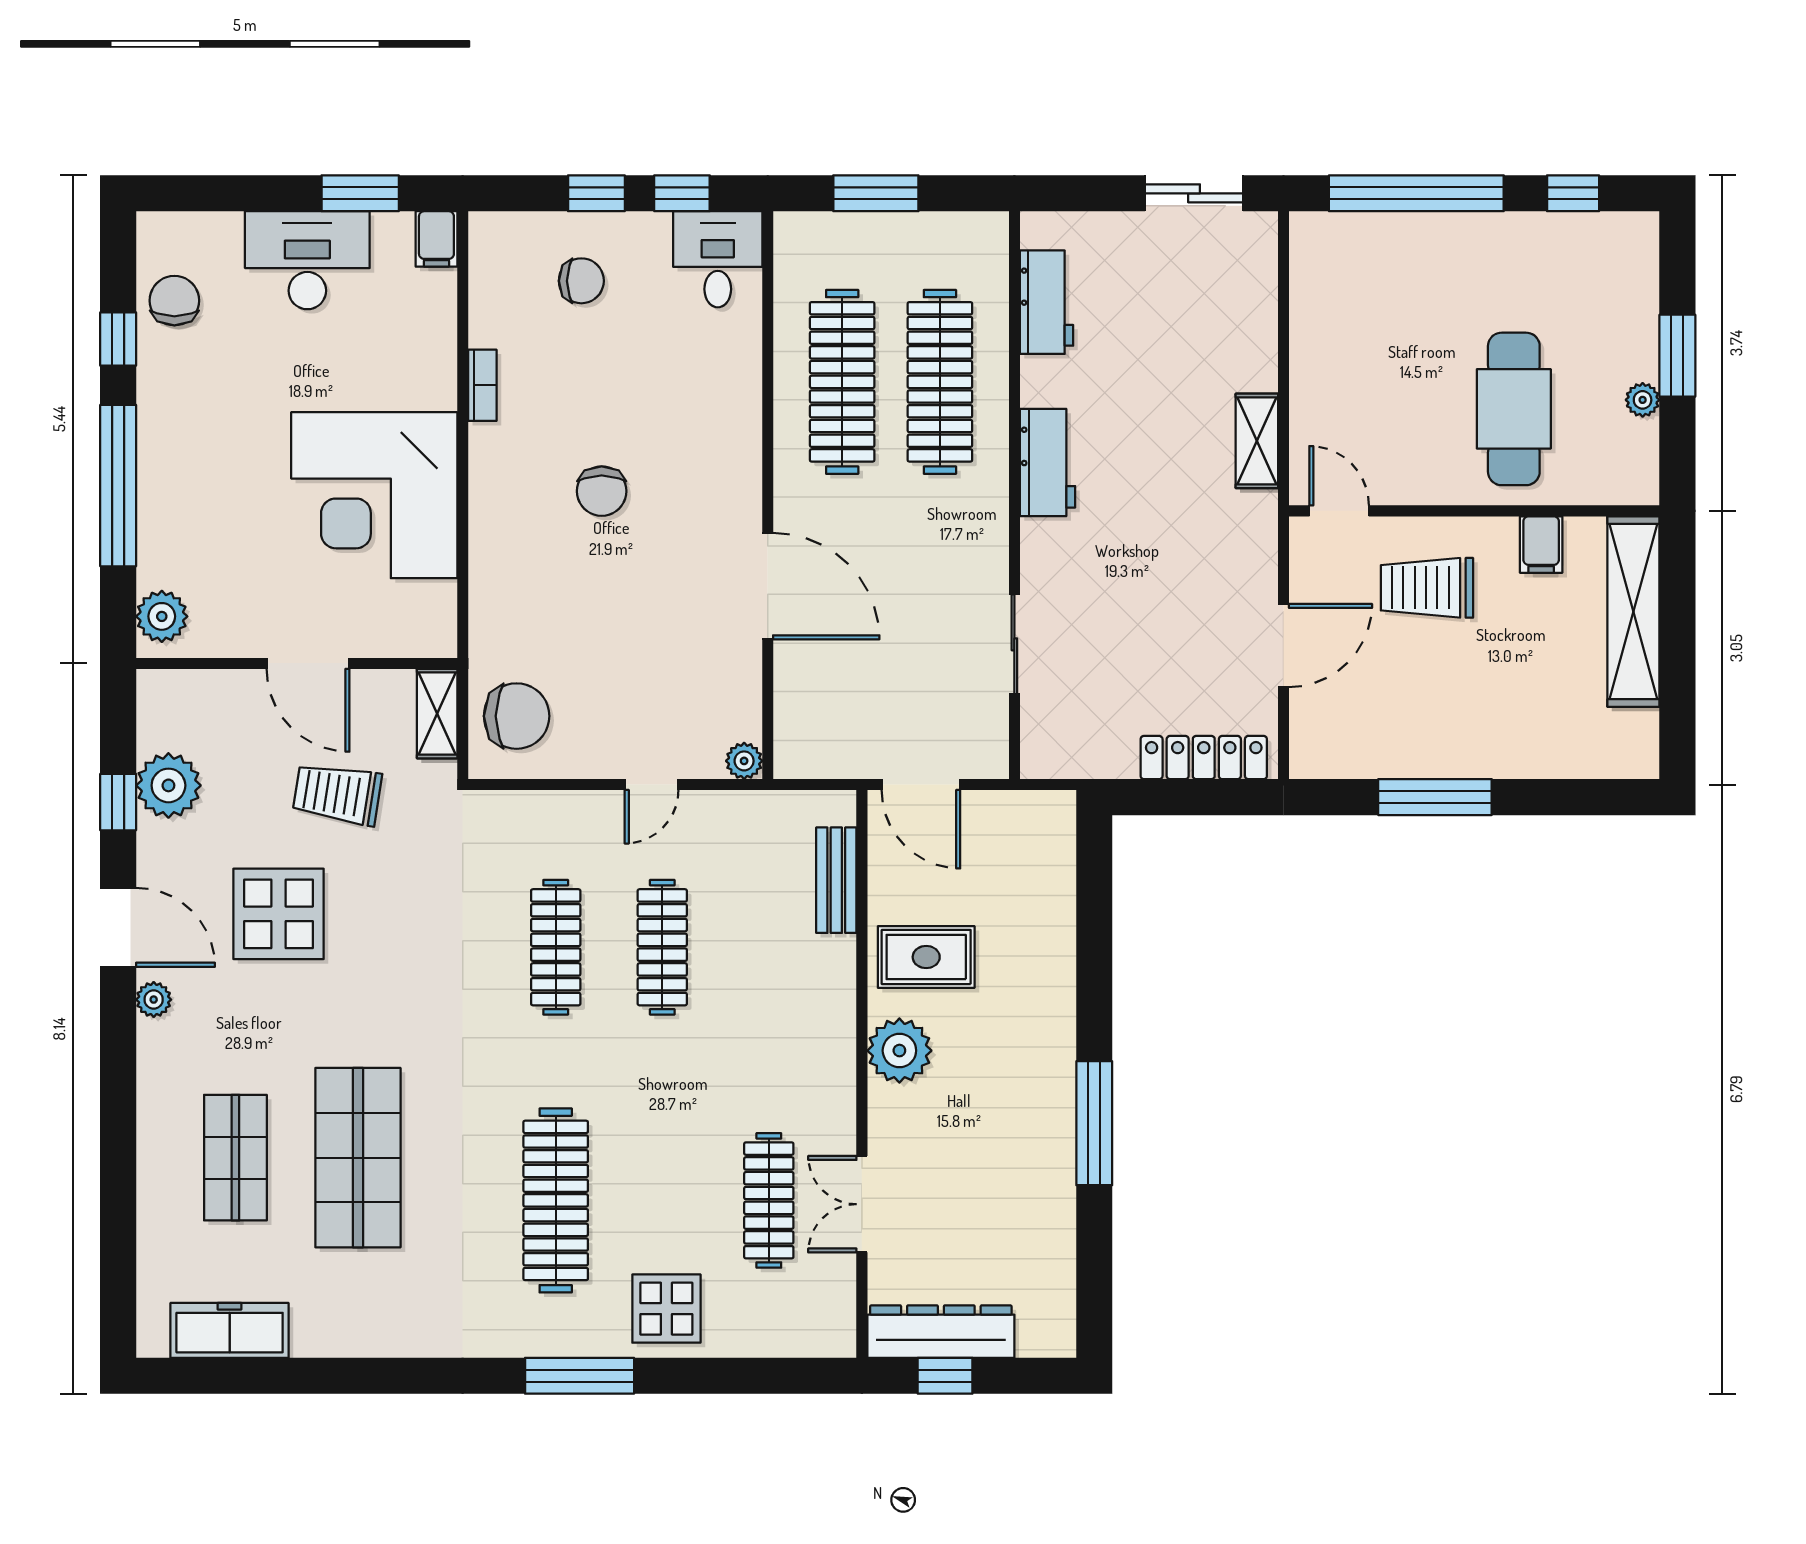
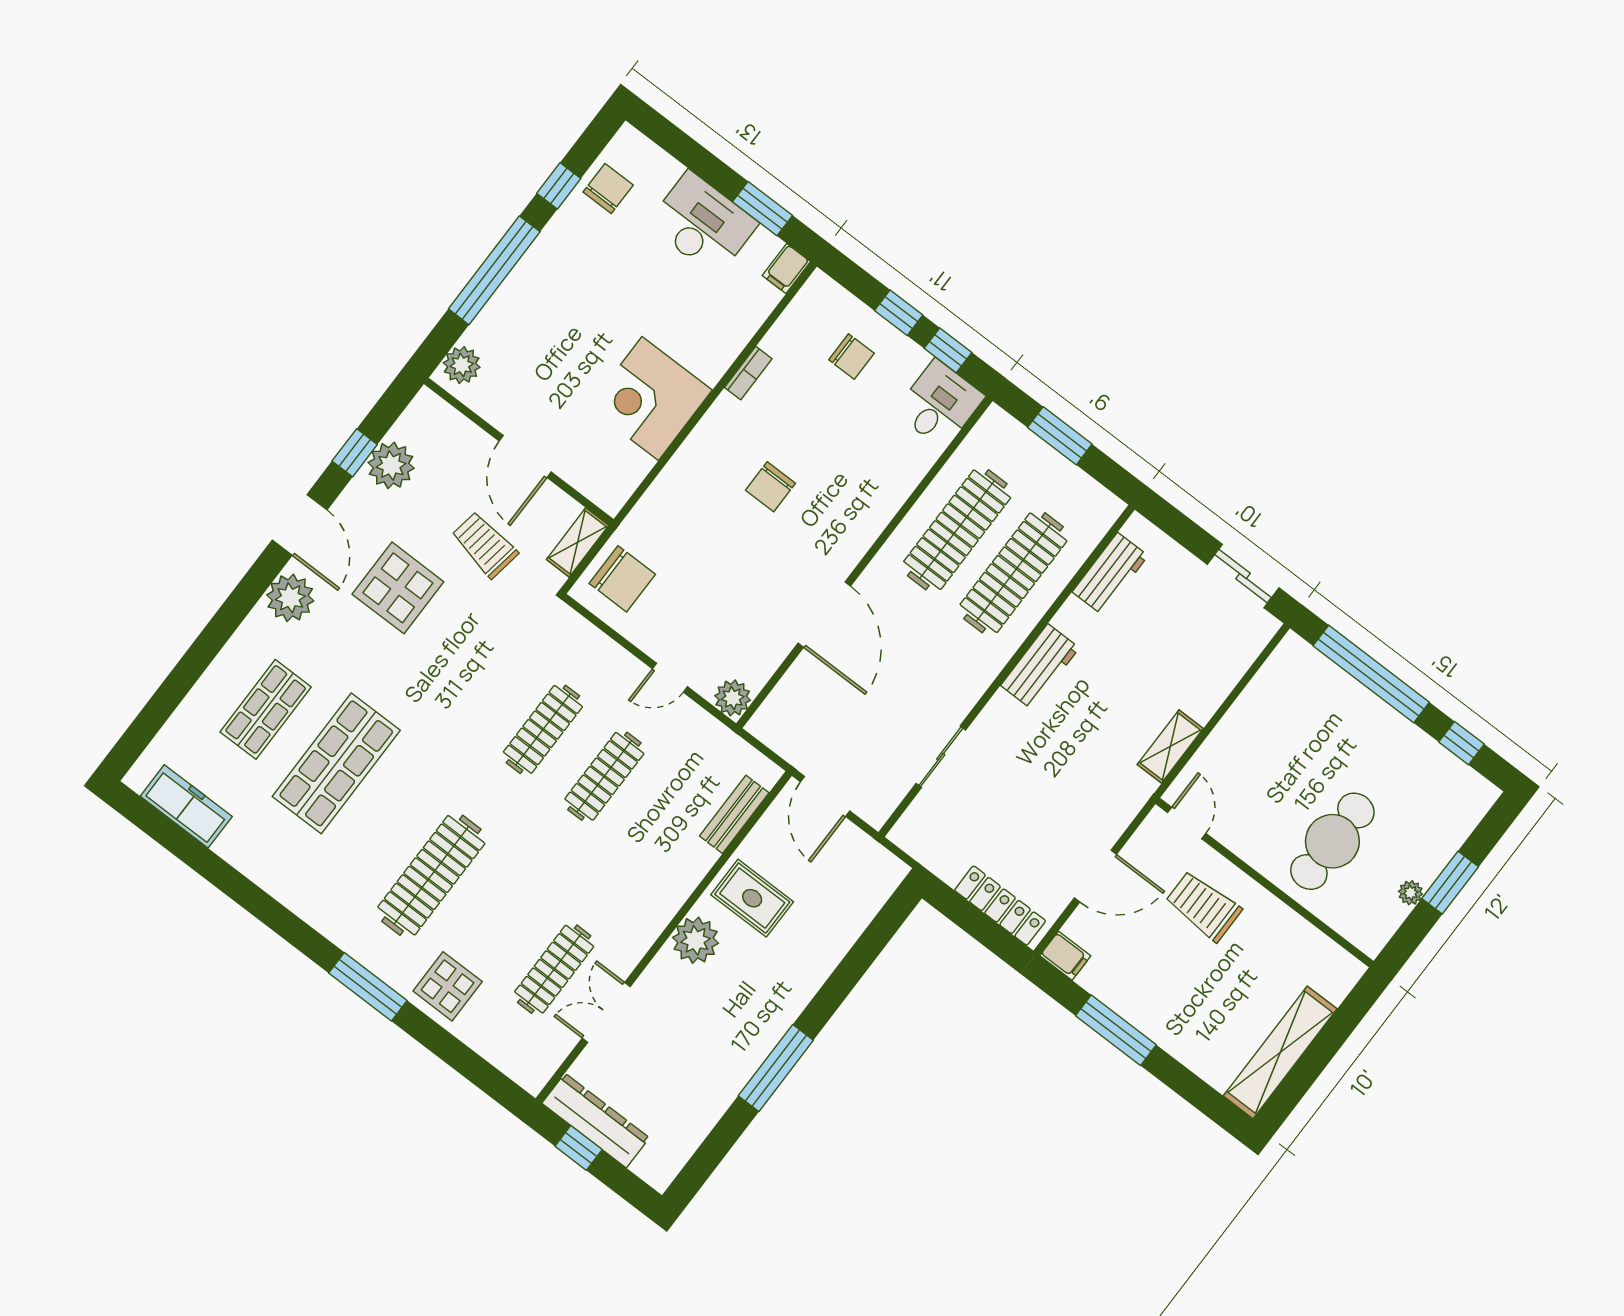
corner desk: (374, 495) -> (650, 398), width x0.74, depth x0.74
filing cabinet: (1541, 545) -> (1065, 956), moved, turned -90
shelving: (1633, 612) -> (1280, 1052), moved
plant: (744, 761) -> (733, 698), width x1.38, depth x1.38
plant: (154, 1000) -> (290, 598), width x1.88, depth x1.88

